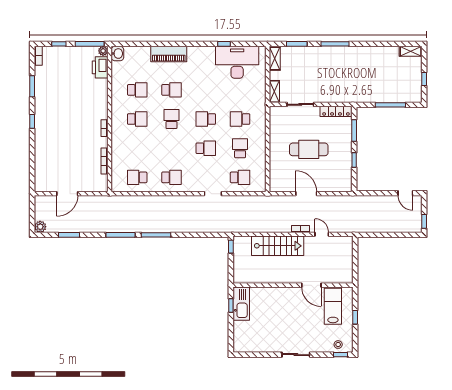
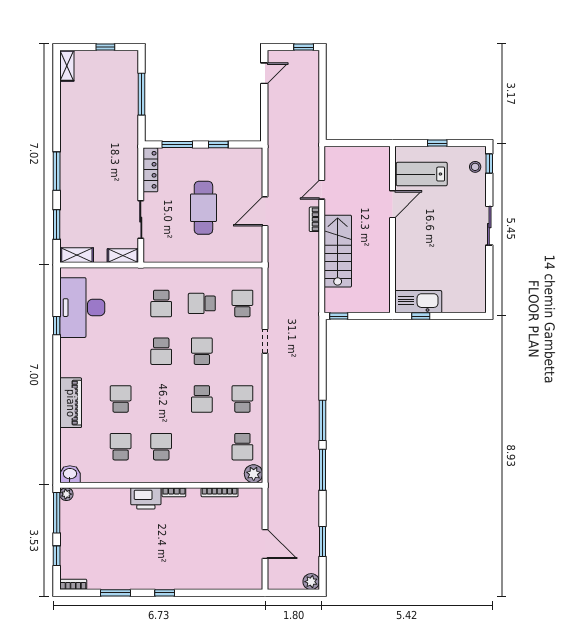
printer: (100, 67) -> (146, 498), moved
school desk: (171, 119) -> (202, 399), moved, turned -90
plant: (118, 185) -> (254, 474), added

